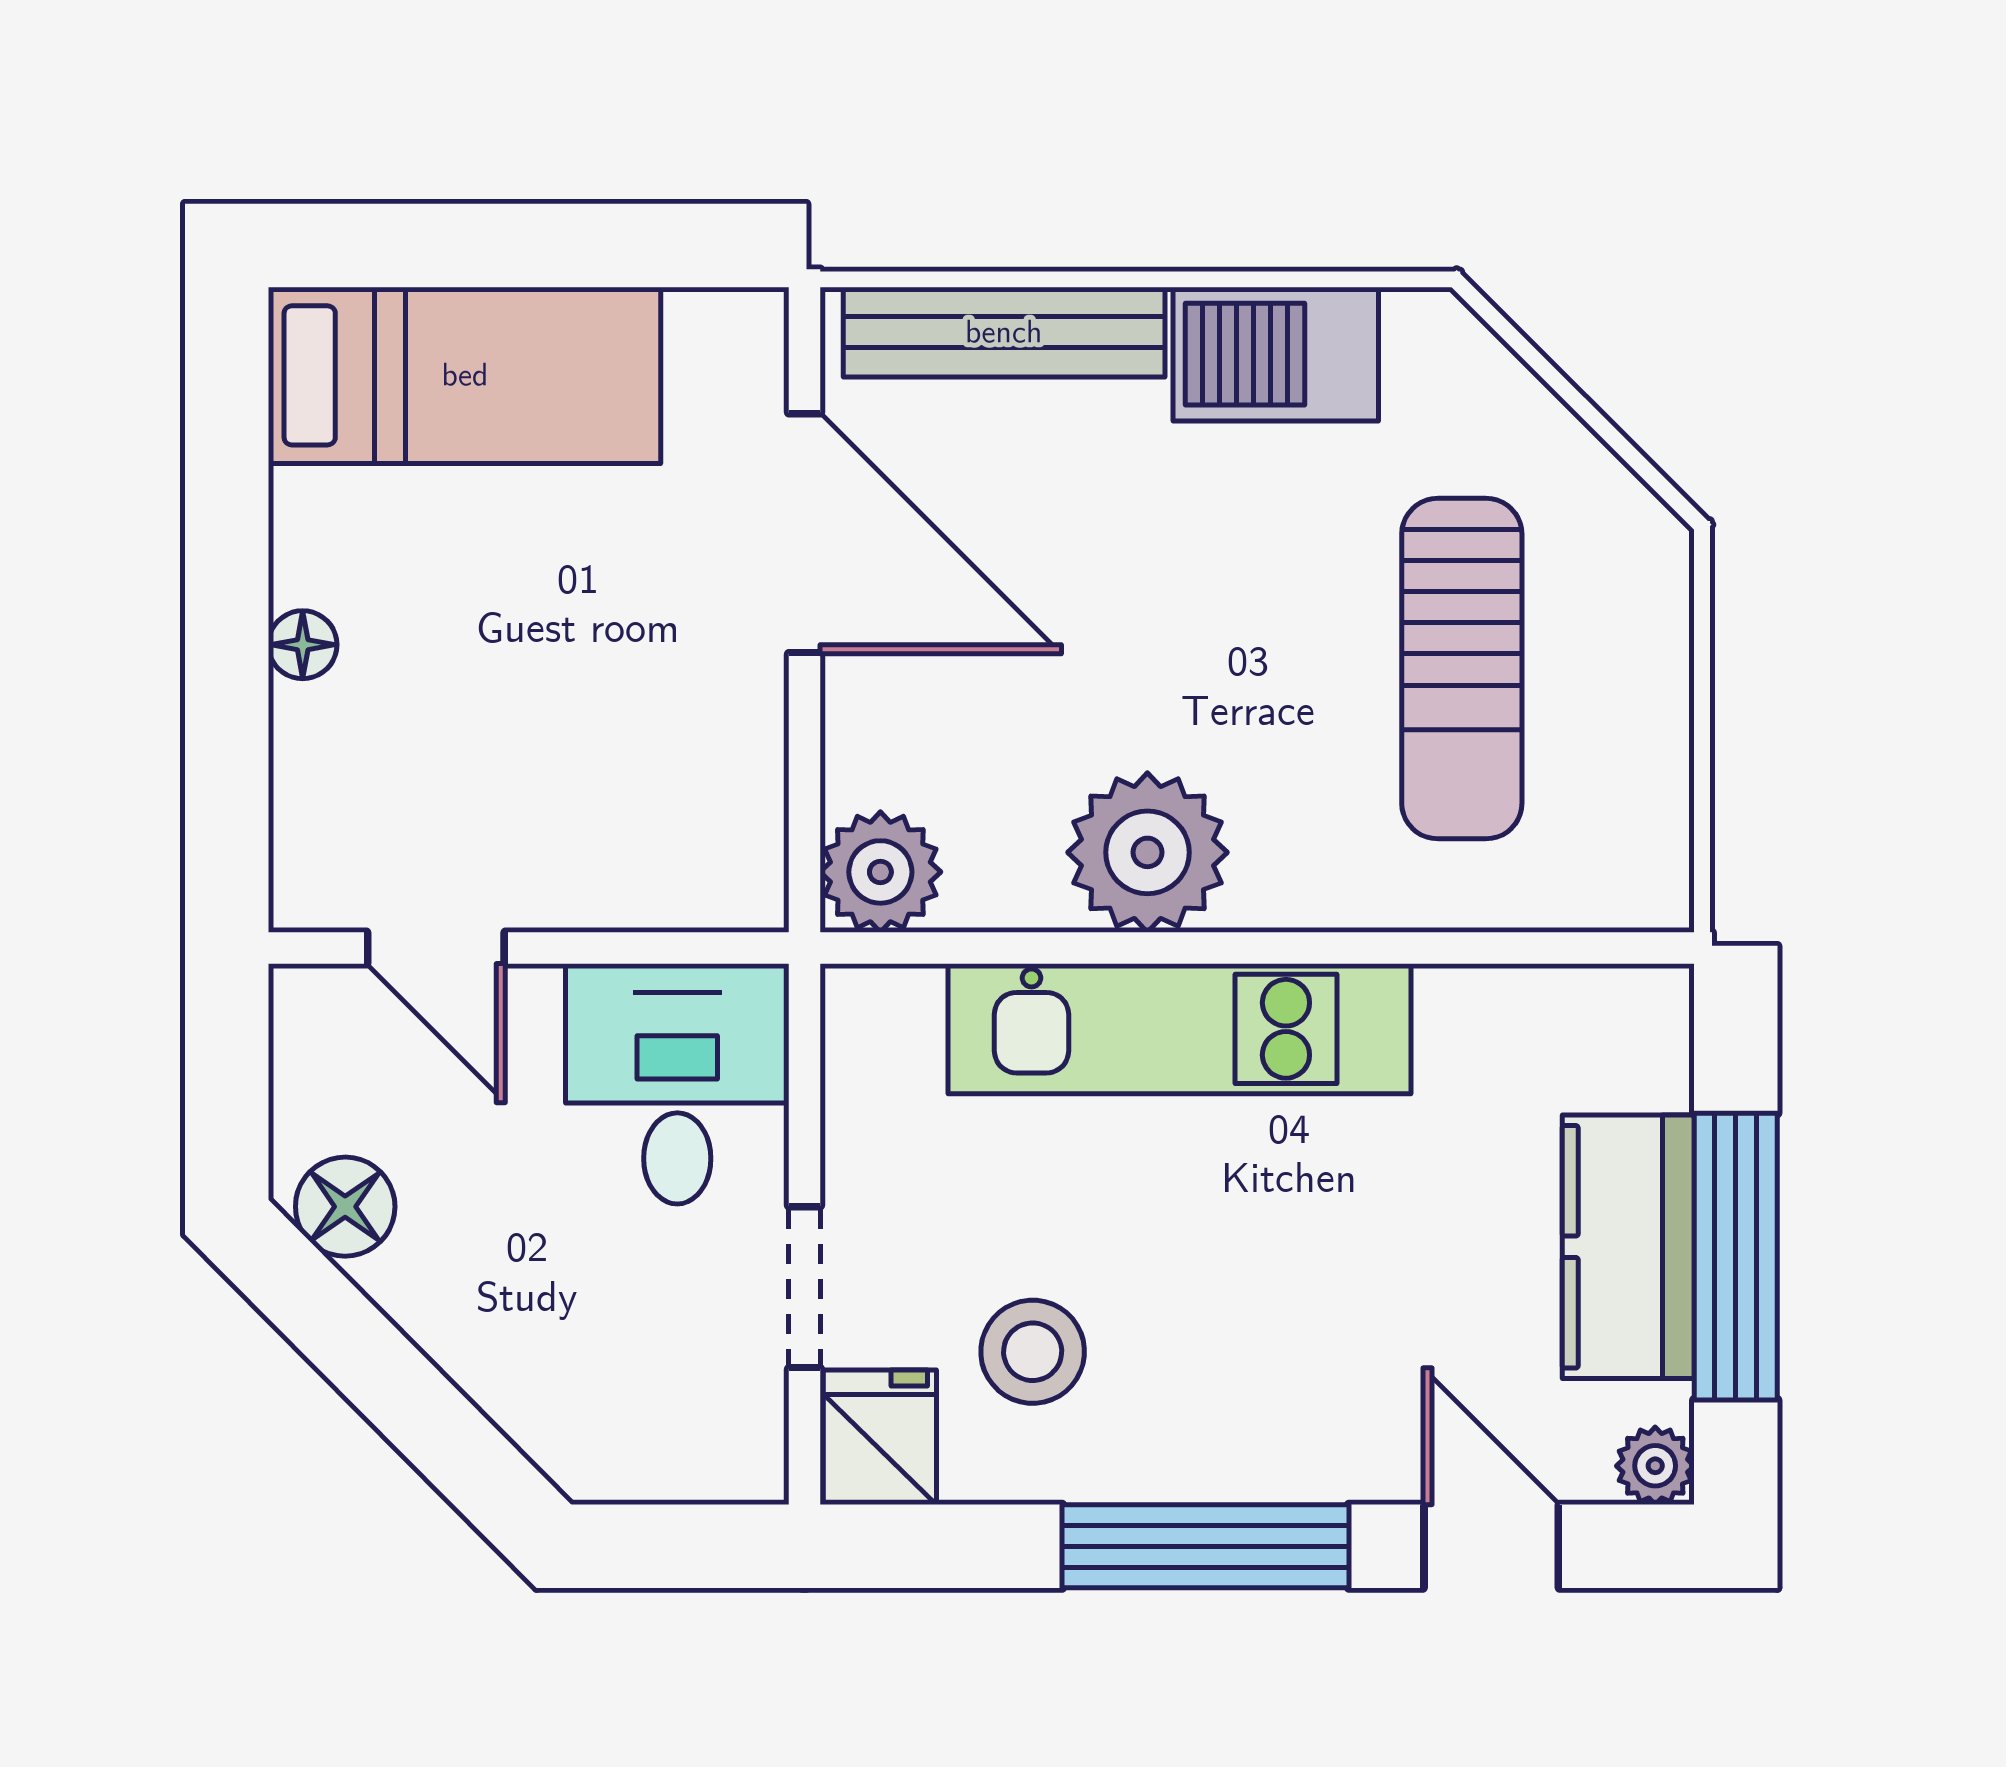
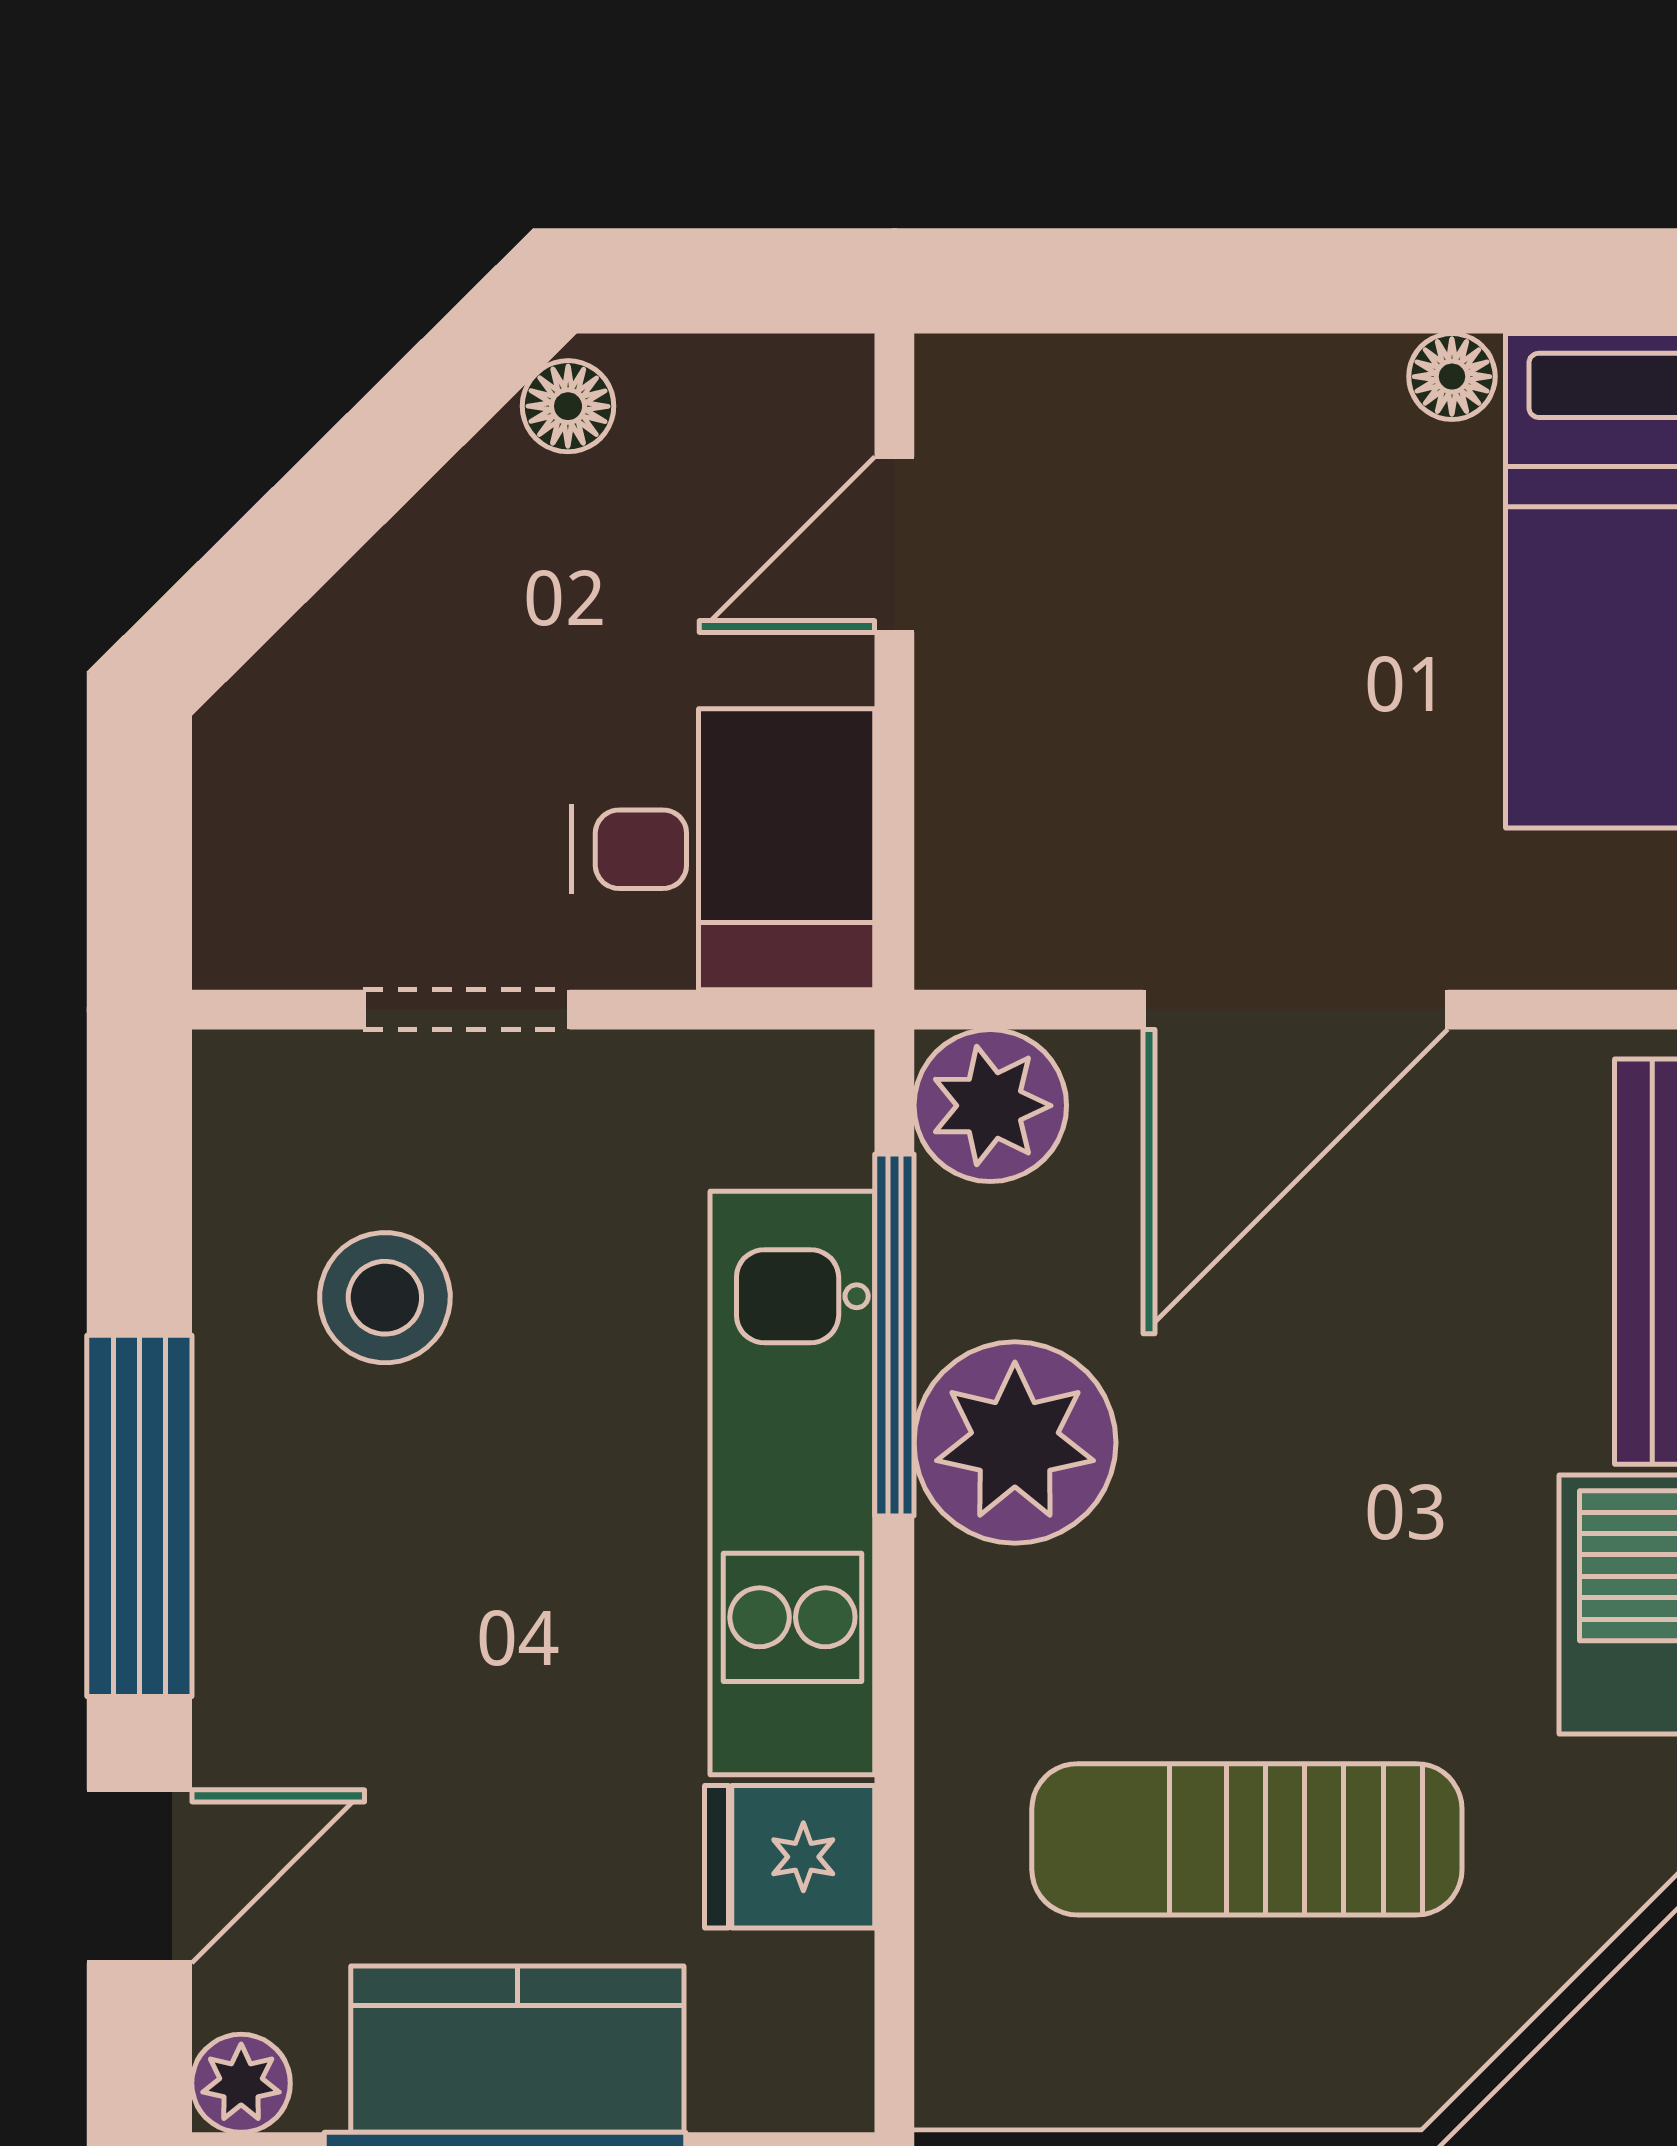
door: (804, 533) -> (1295, 1010), moved
floor lamp: (303, 645) -> (1452, 377), moved
window: (1062, 948) -> (894, 1335), added
floor lamp: (345, 1207) -> (568, 406), width x0.73, depth x0.73
fridge: (880, 1437) -> (790, 1857), moved, turned 180

